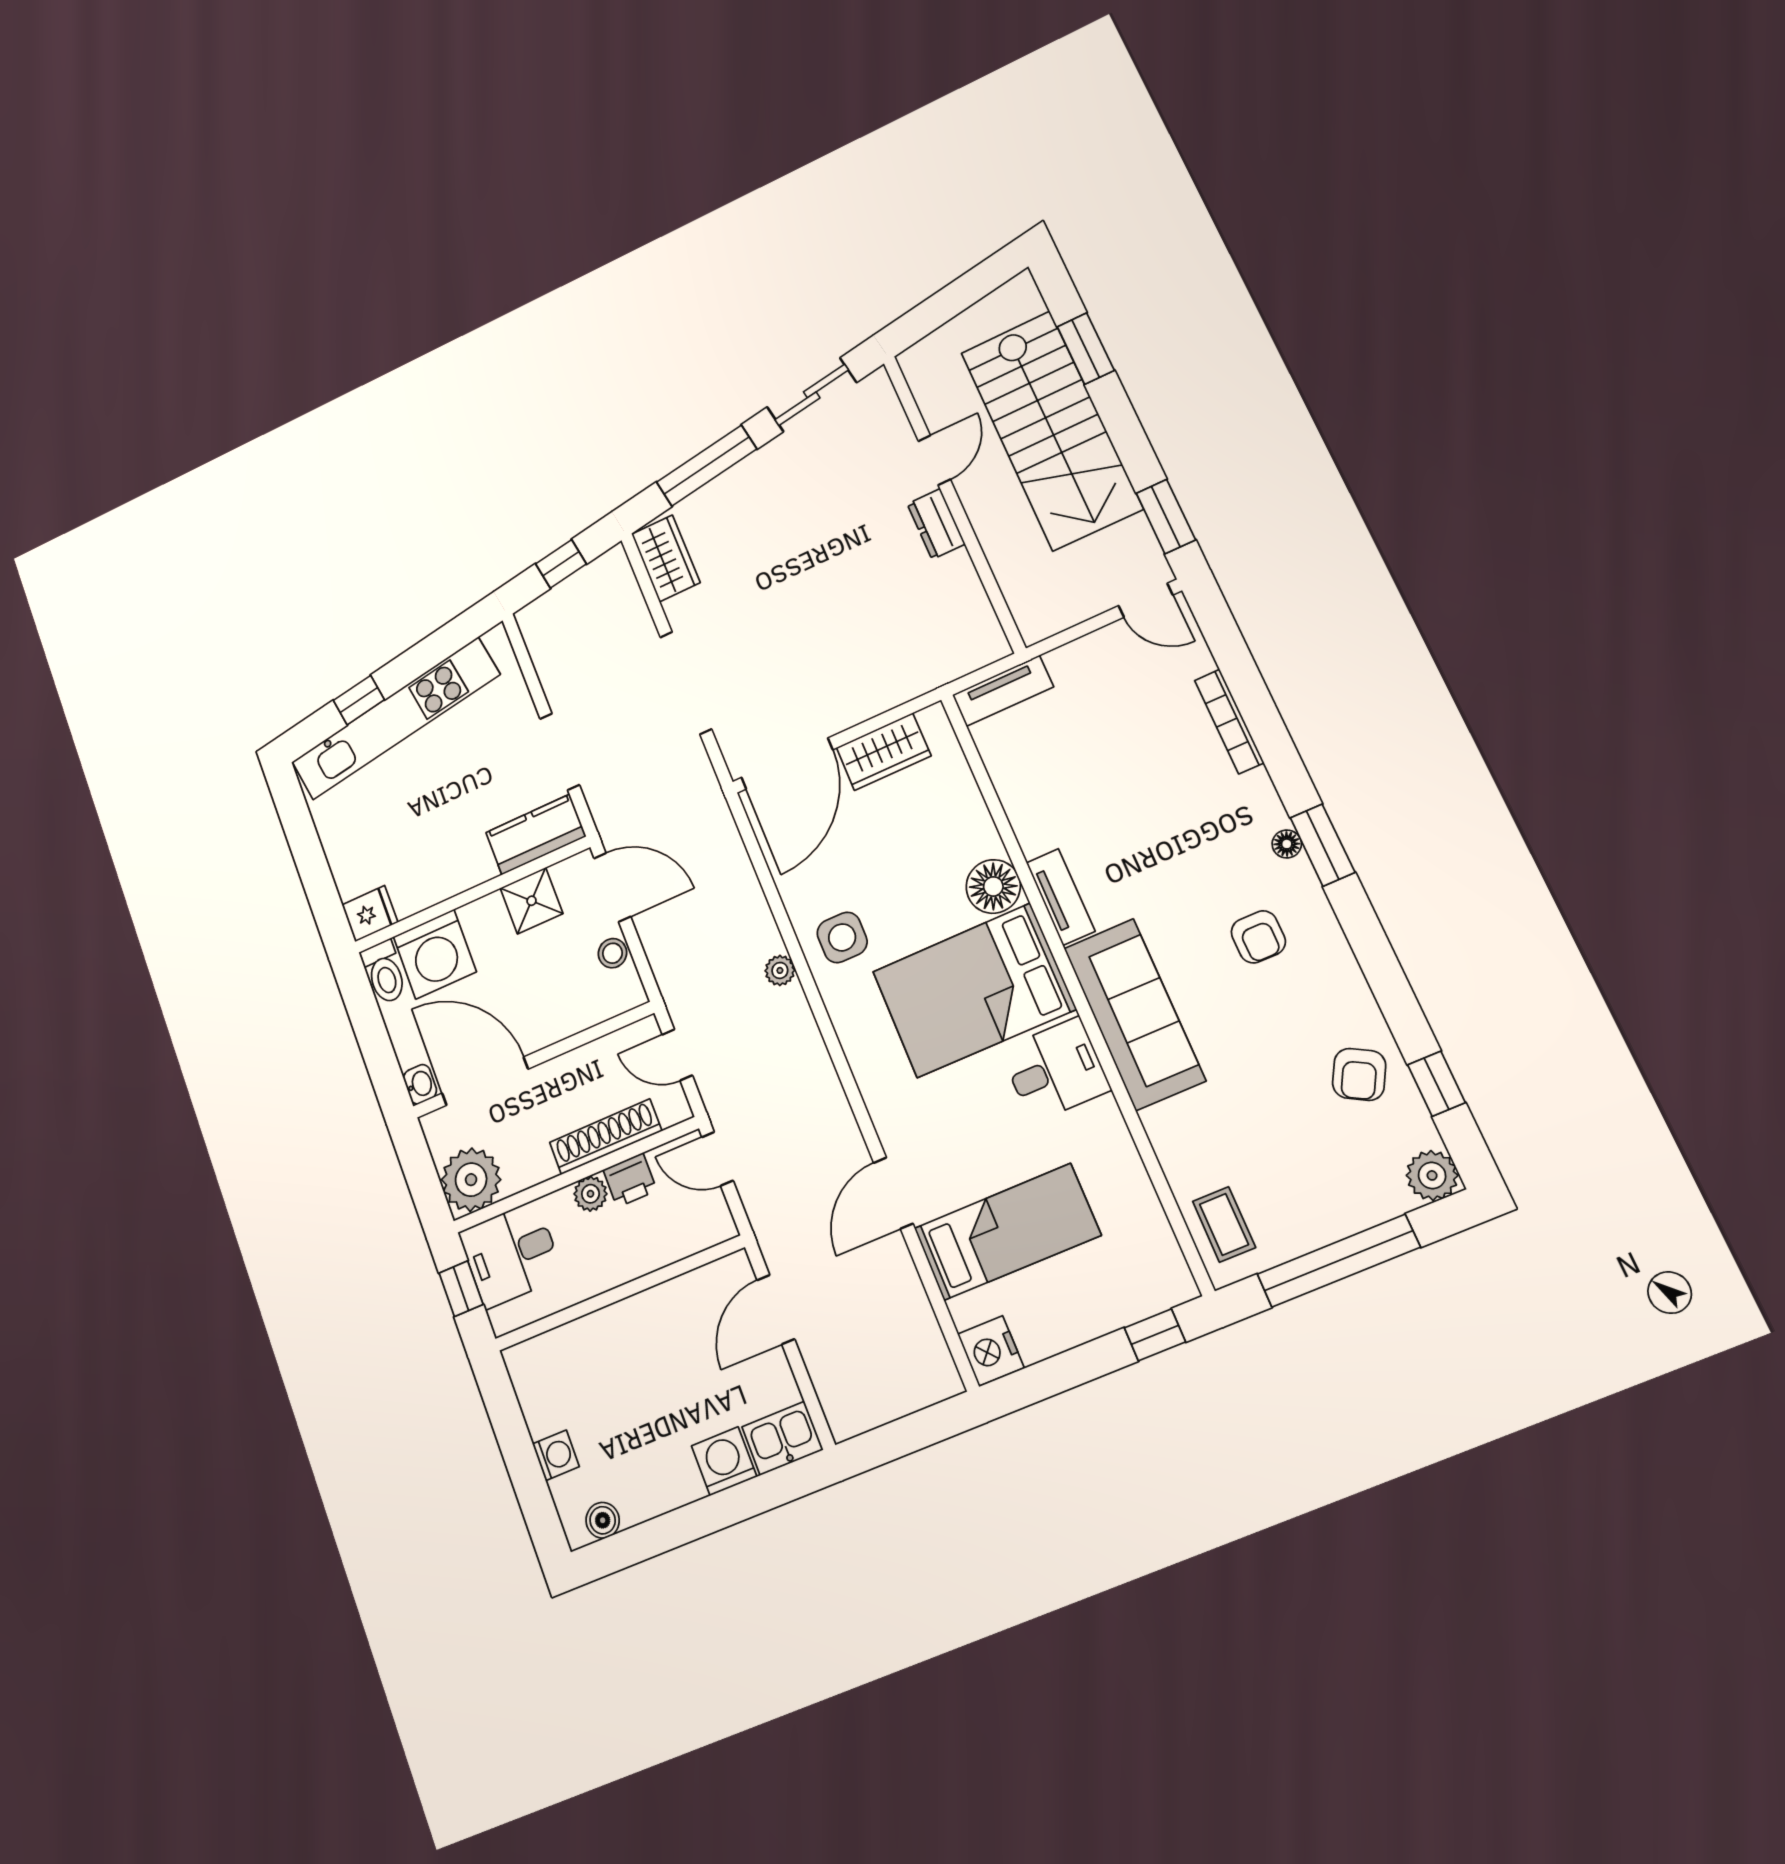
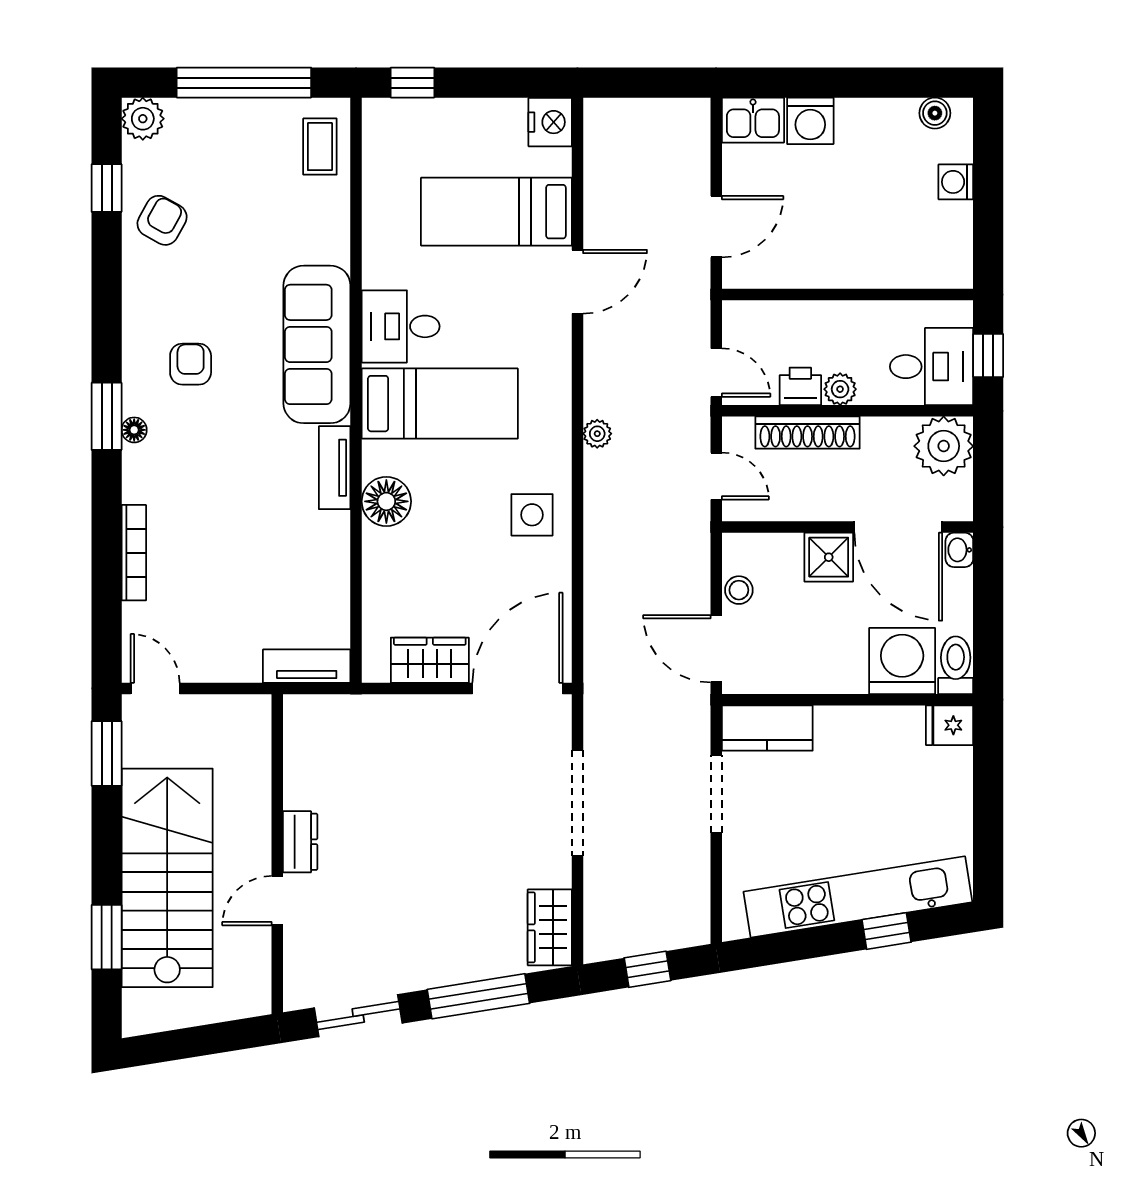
shower: (532, 901) -> (829, 557), moved
plant: (780, 970) -> (597, 434), moved
bed: (974, 990) -> (440, 404), width x0.67

